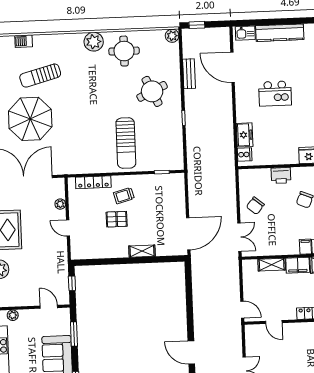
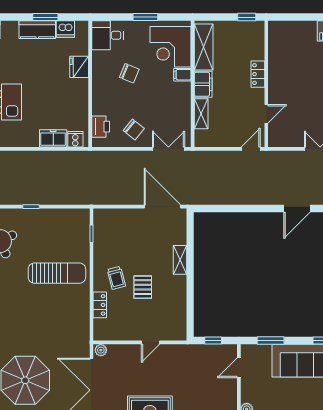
printer: (281, 175) -> (101, 127), moved
locker: (93, 182) -> (100, 305), width x0.66
plant: (60, 204) -> (101, 350), moved

